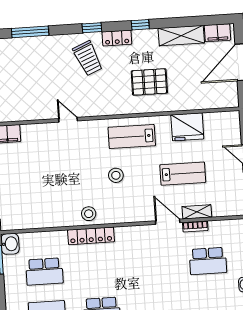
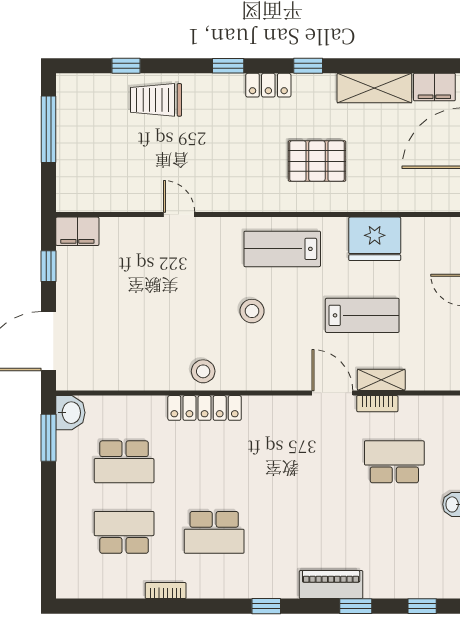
window: (30, 32) -> (126, 66), width x0.46
trolley: (88, 58) -> (156, 100), moved, turned 113
school desk: (208, 261) -> (394, 462), turned 180

